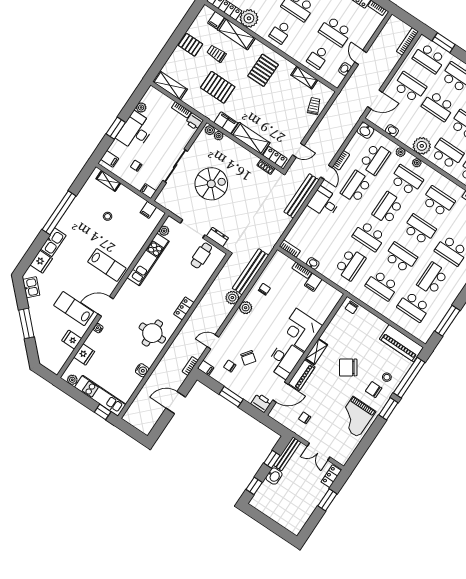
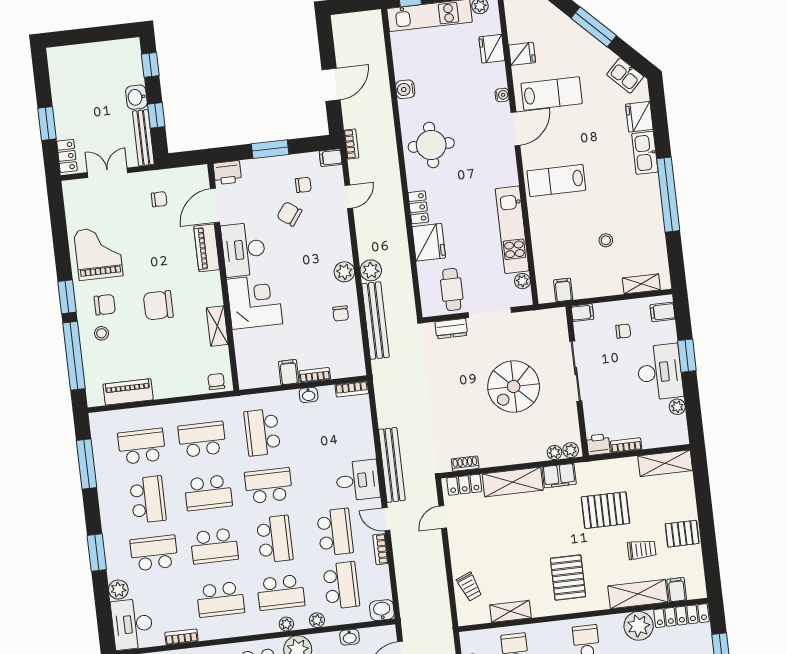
school desk: (375, 159) -> (341, 585), turned 180
fridge: (193, 287) -> (429, 242), added
piano: (401, 343) -> (128, 392), width x0.73, depth x0.75
shelving: (316, 352) -> (217, 326), moved
chair: (348, 367) -> (158, 305), turned -146

